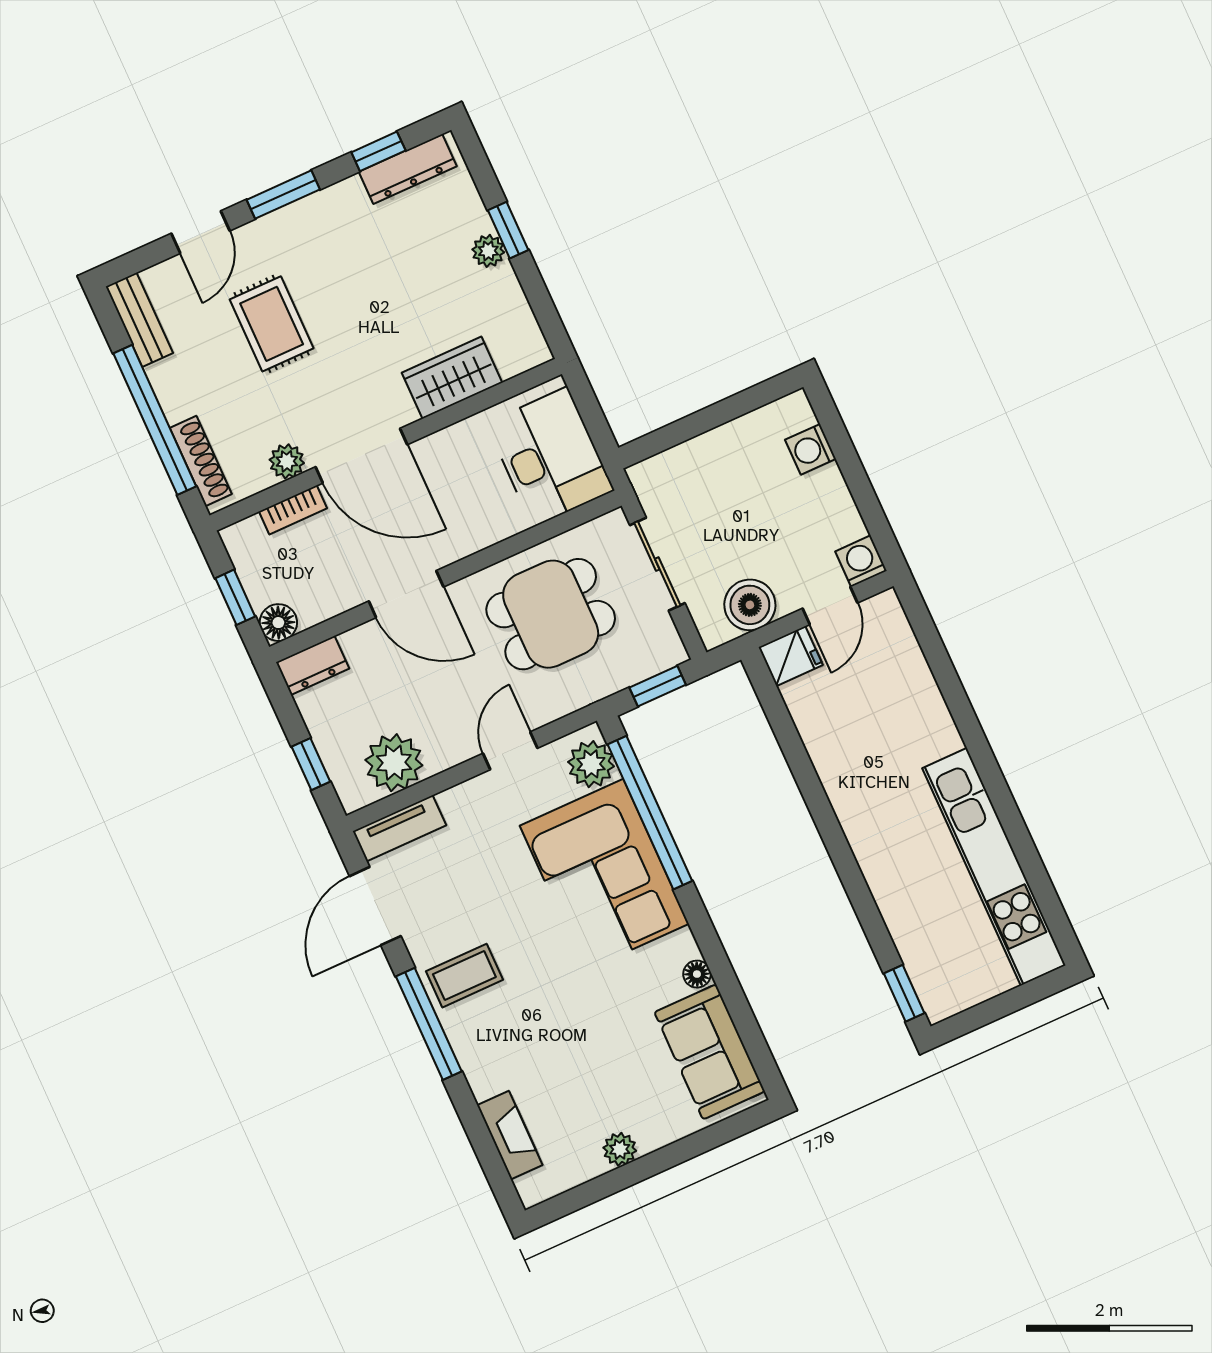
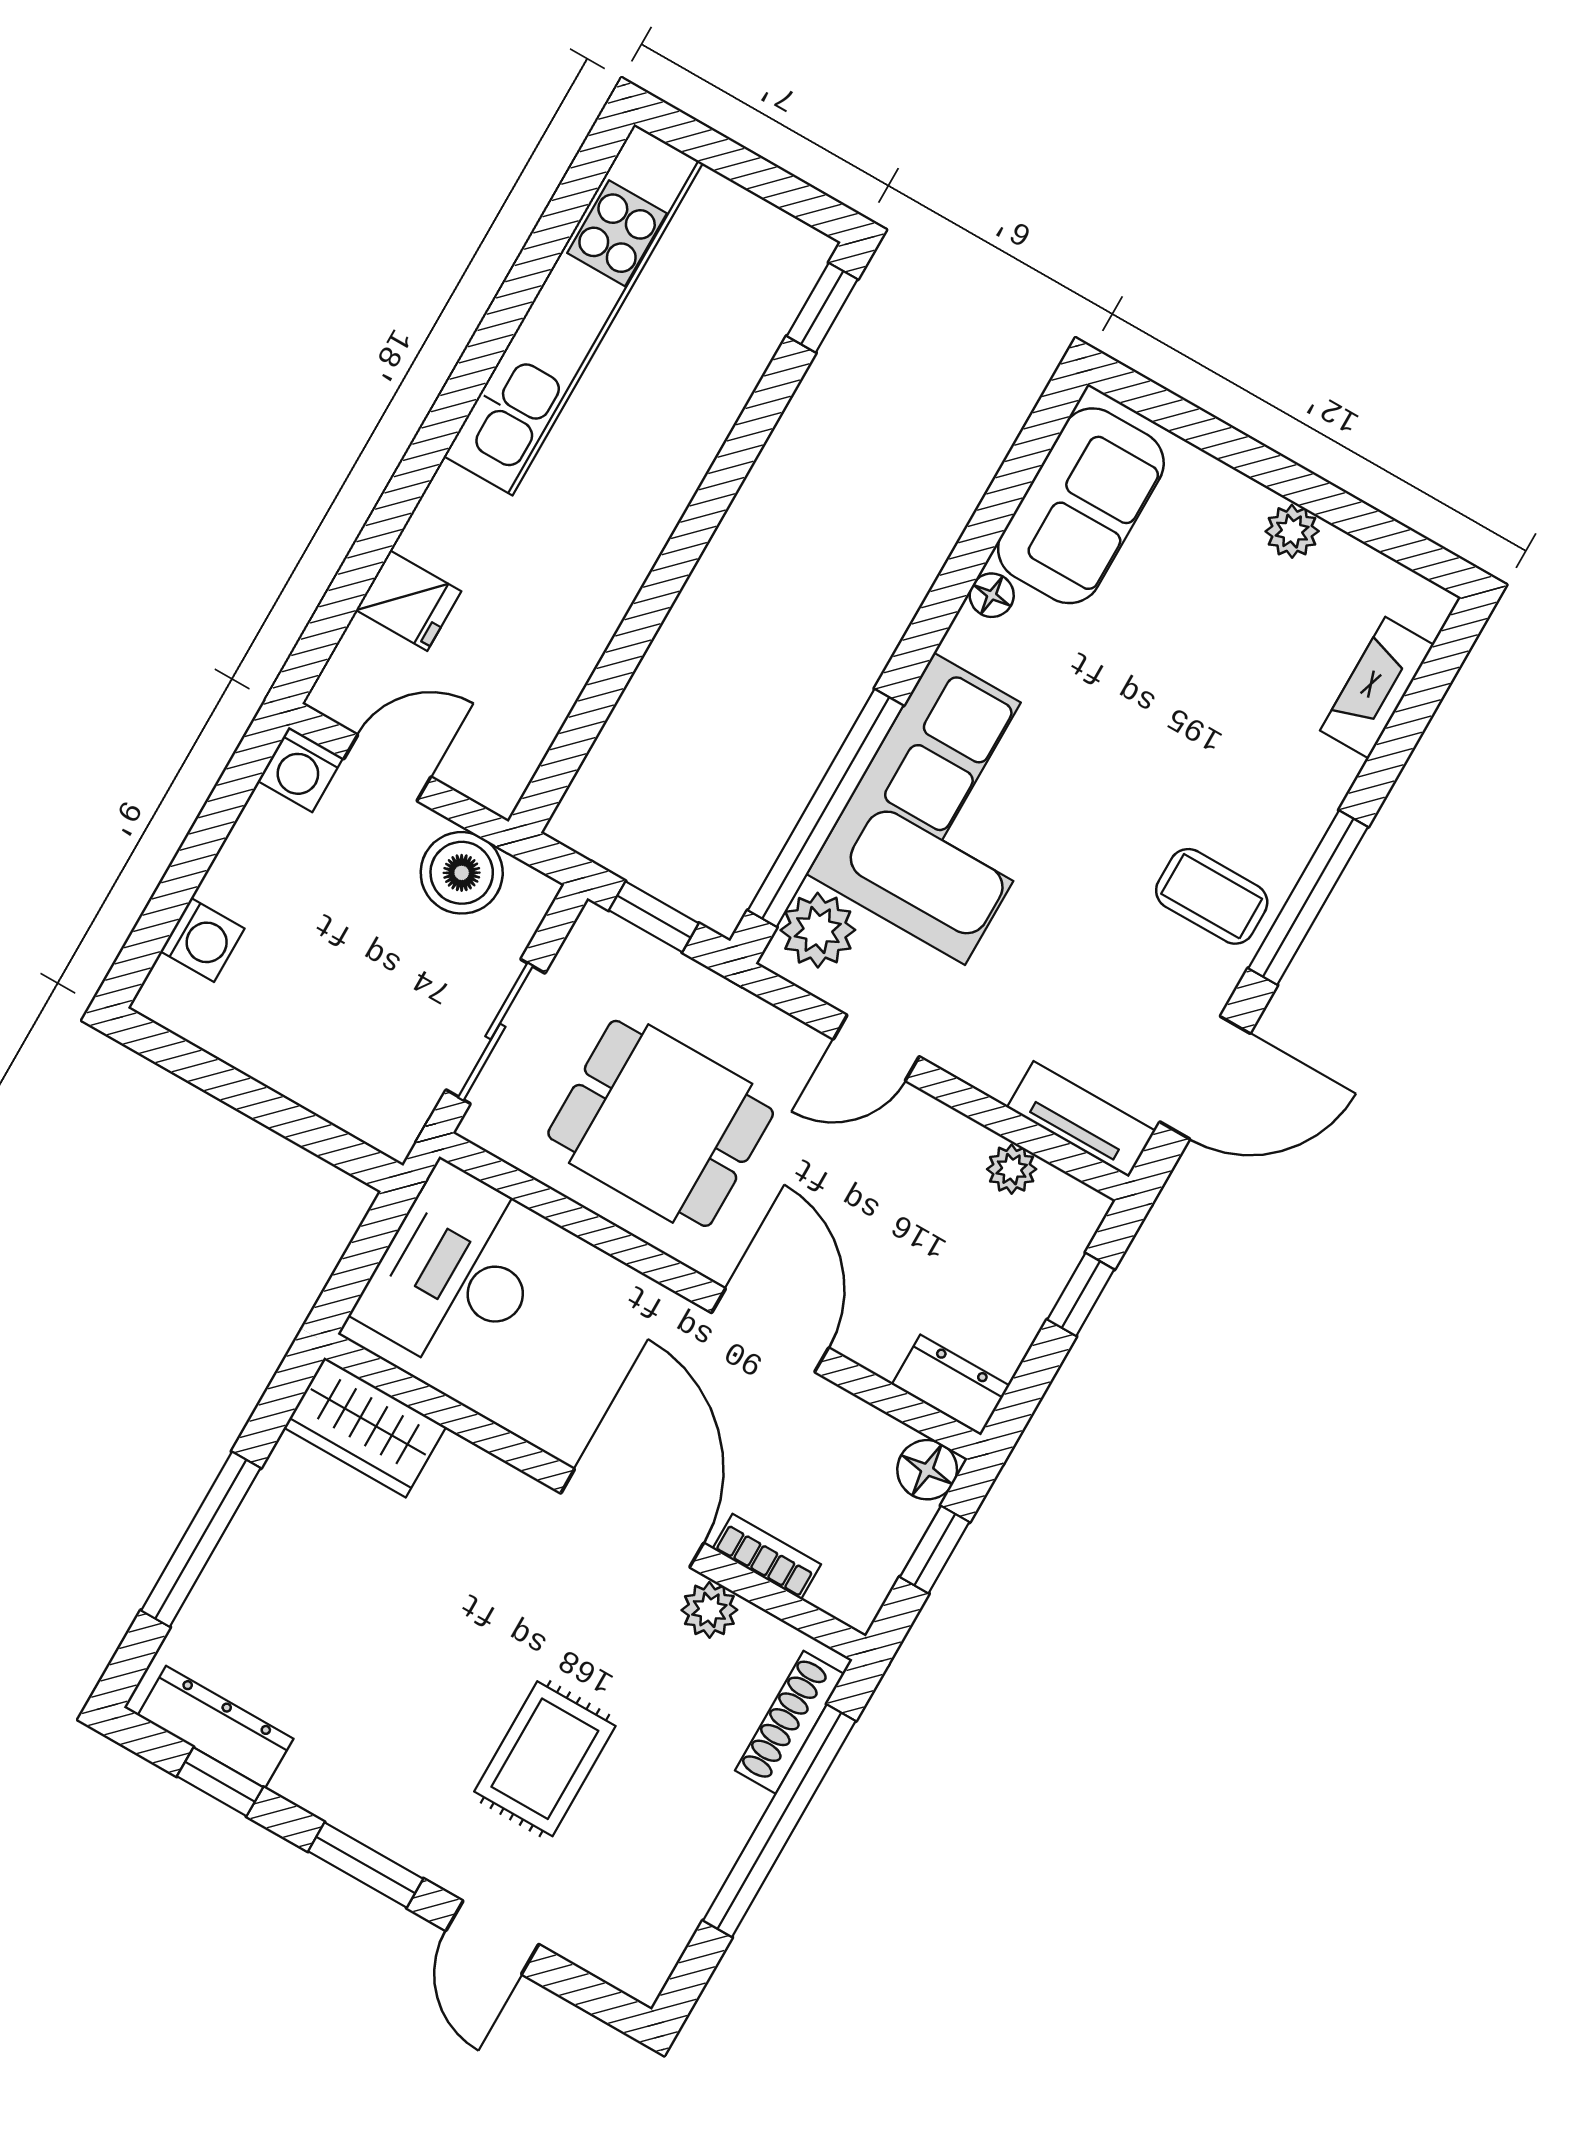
window: (508, 230) -> (201, 1539), width x2.17
door: (200, 232) -> (492, 1938), swing flipped
plant: (488, 251) -> (247, 1545), removed
bench: (139, 320) -> (664, 1935), removed
wardrobe: (452, 378) -> (365, 1427), moved
fridge: (791, 656) -> (408, 601), moved, turned 180
plant: (394, 763) -> (1012, 1169), width x0.53, depth x0.53

